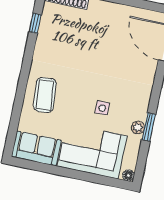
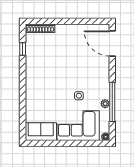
coffee table: (45, 95) -> (39, 95), removed
window: (149, 127) -> (112, 102), width x2.11

